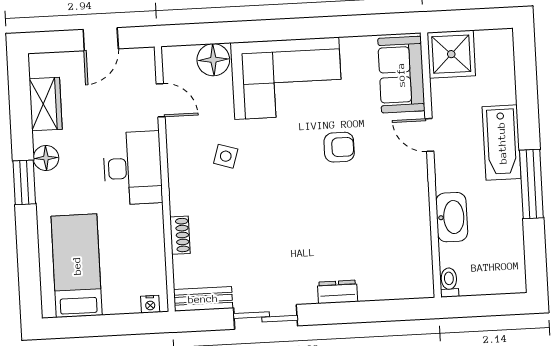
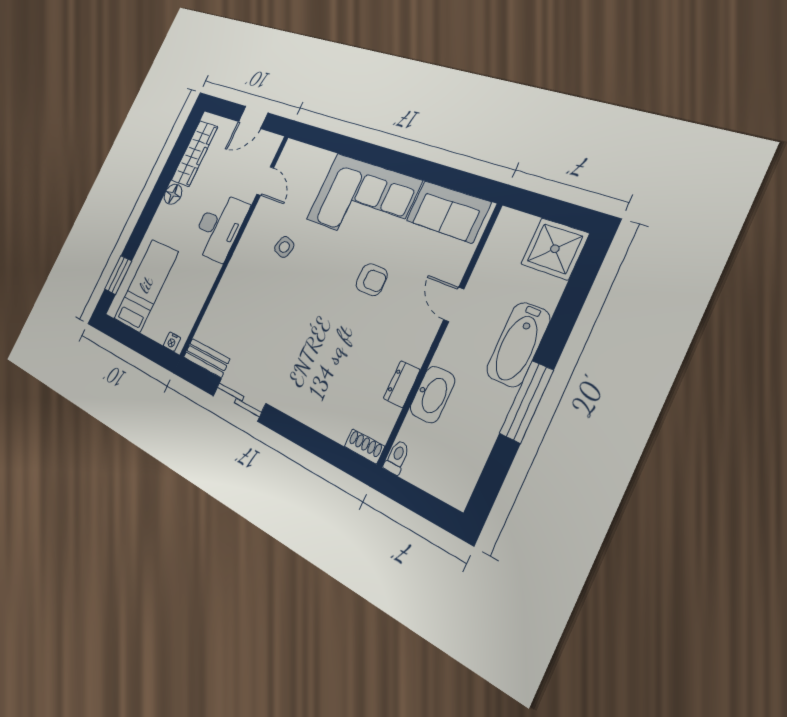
shower: (451, 54) -> (555, 249), moved
floor lamp: (213, 60) -> (318, 163), removed
sofa: (401, 75) -> (448, 212), moved, turned -90
wardrobe: (46, 104) -> (194, 153), width x1.50
window: (24, 182) -> (118, 275), moved
shoe rack: (180, 235) -> (364, 446), moved, turned -90
dresser: (338, 292) -> (402, 384), moved, turned -90

